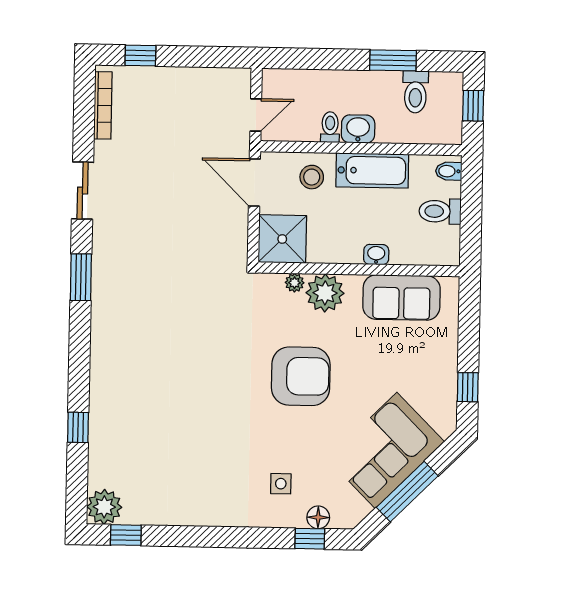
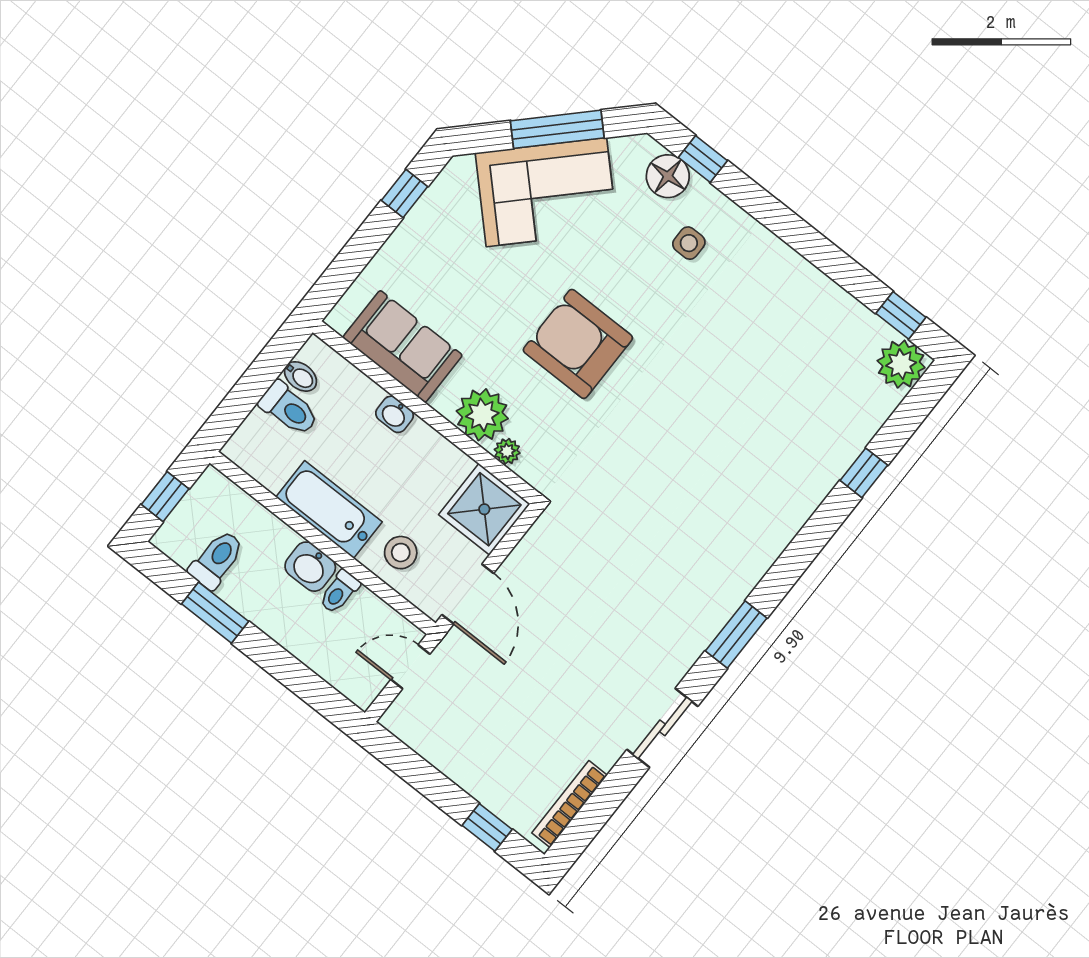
bidet: (449, 171) -> (300, 376), moved
floor lamp: (318, 517) -> (668, 176), width x1.38, depth x1.38

